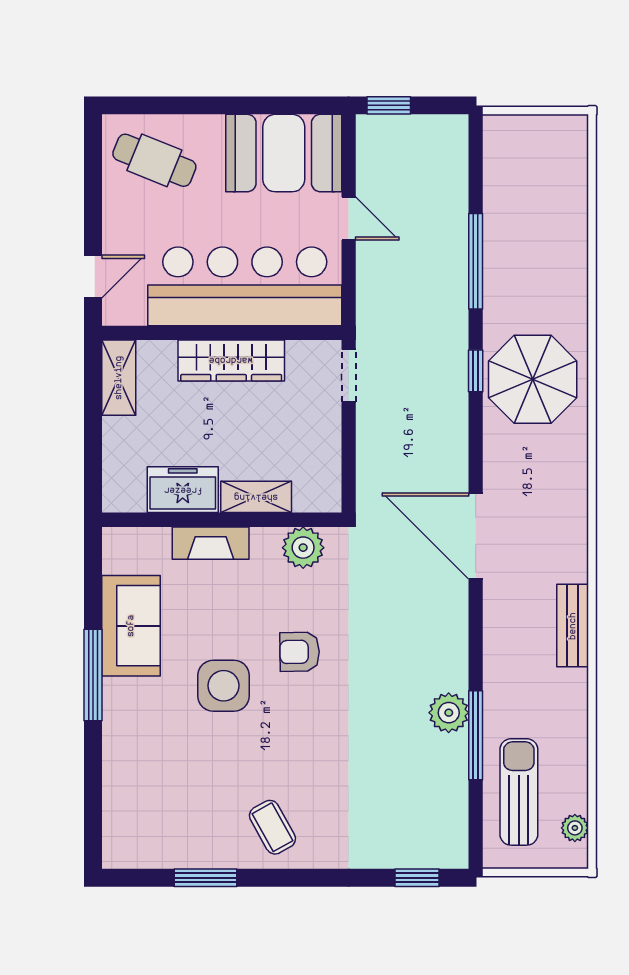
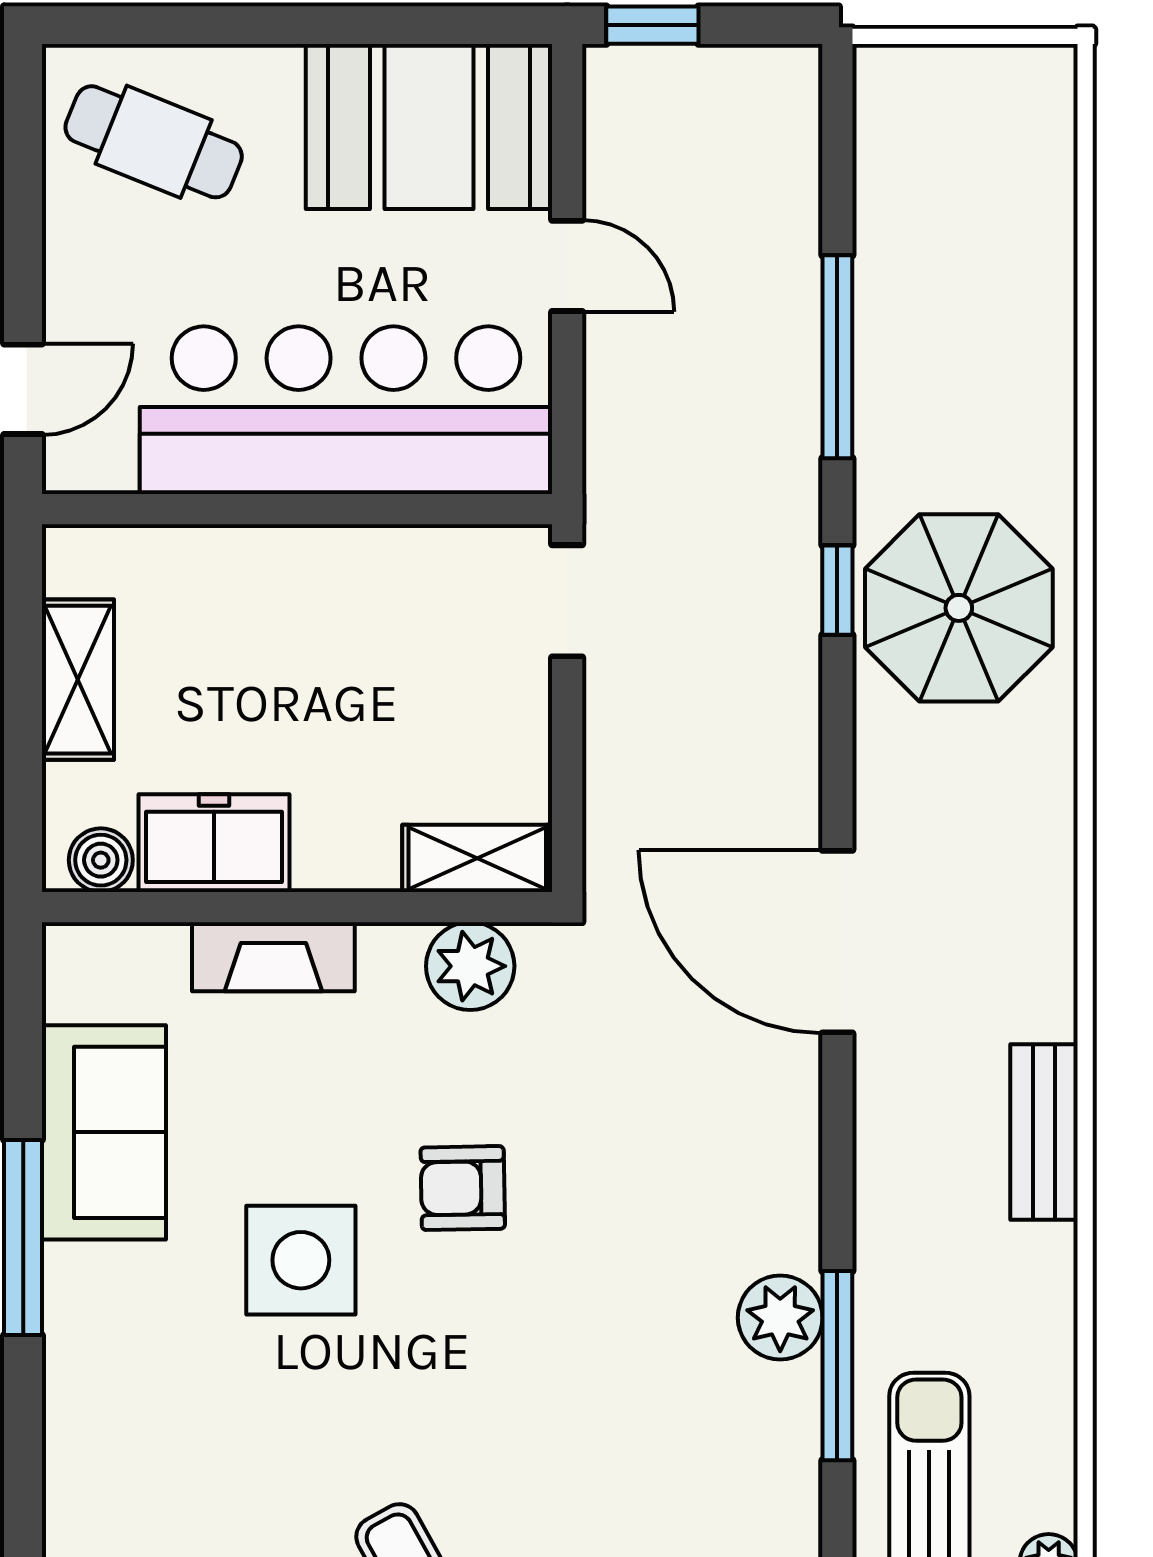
wardrobe: (231, 360) -> (317, 568), removed
shelving: (119, 378) -> (78, 680), moved
shelving: (256, 497) -> (477, 858), moved
boiler: (130, 498) -> (101, 860), added

